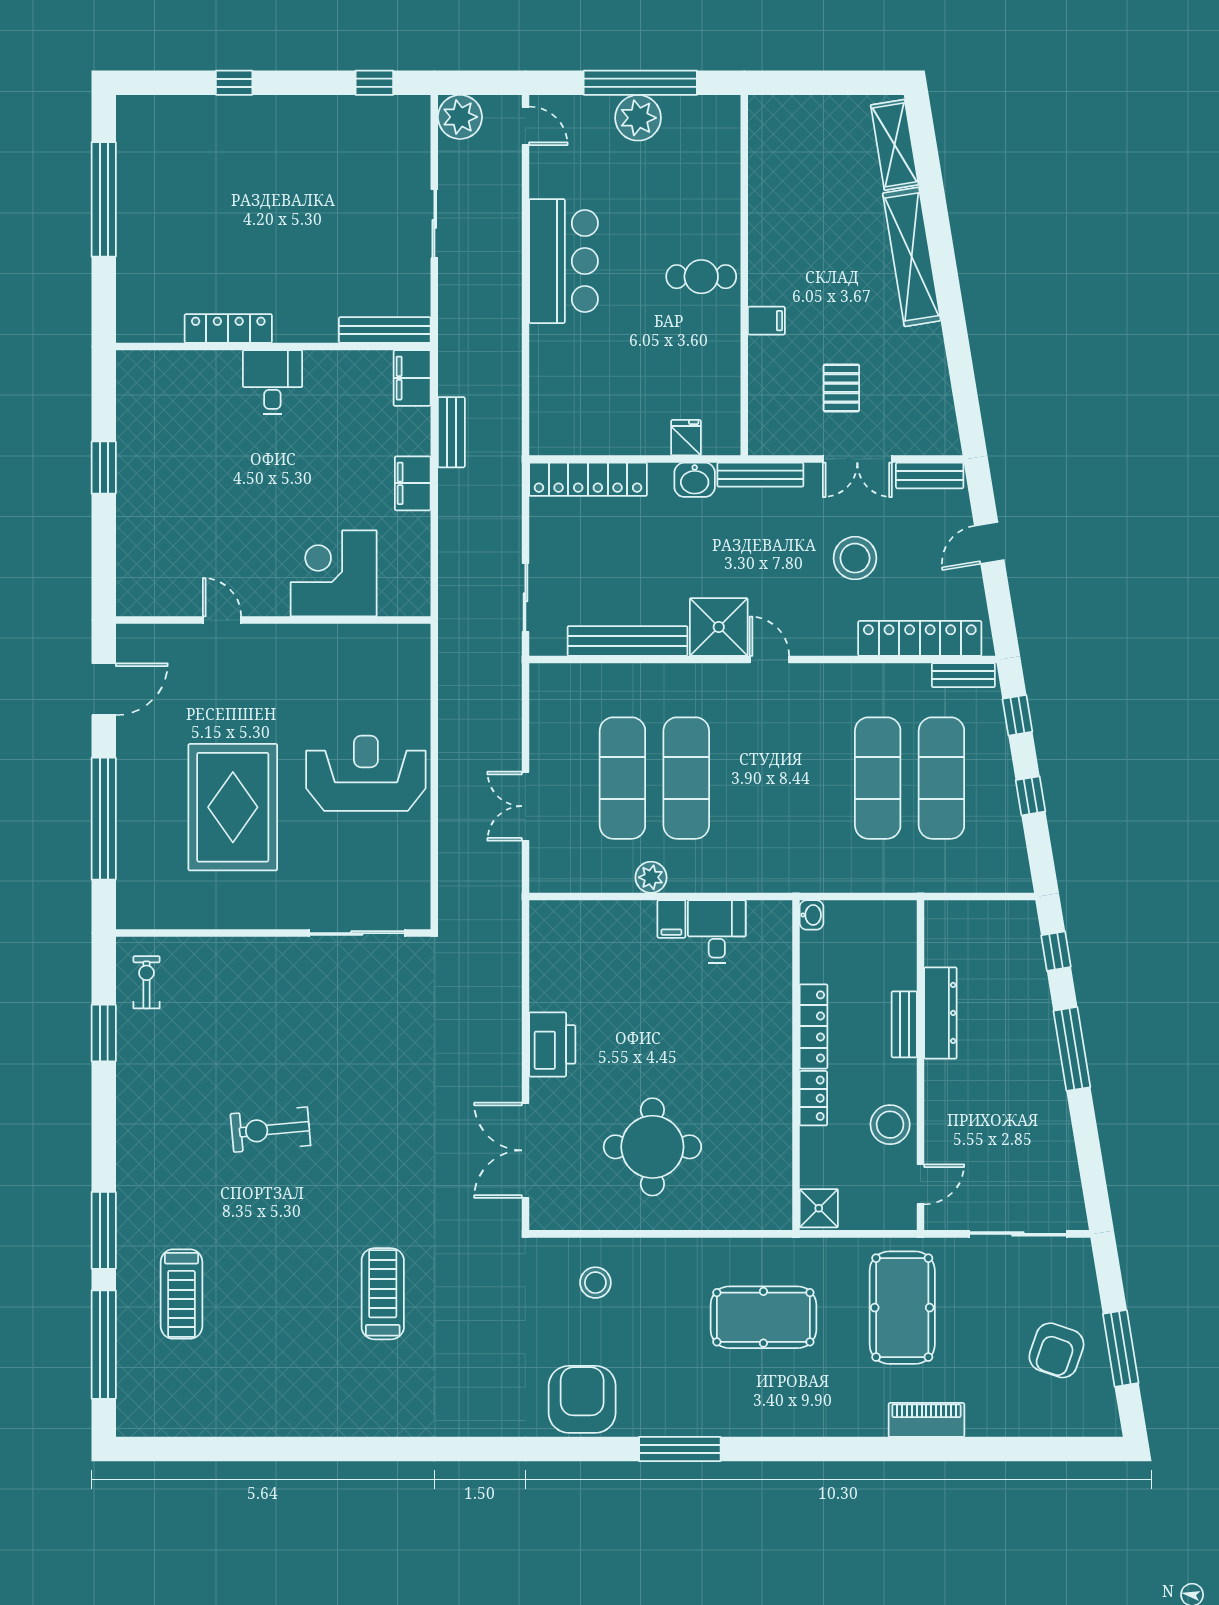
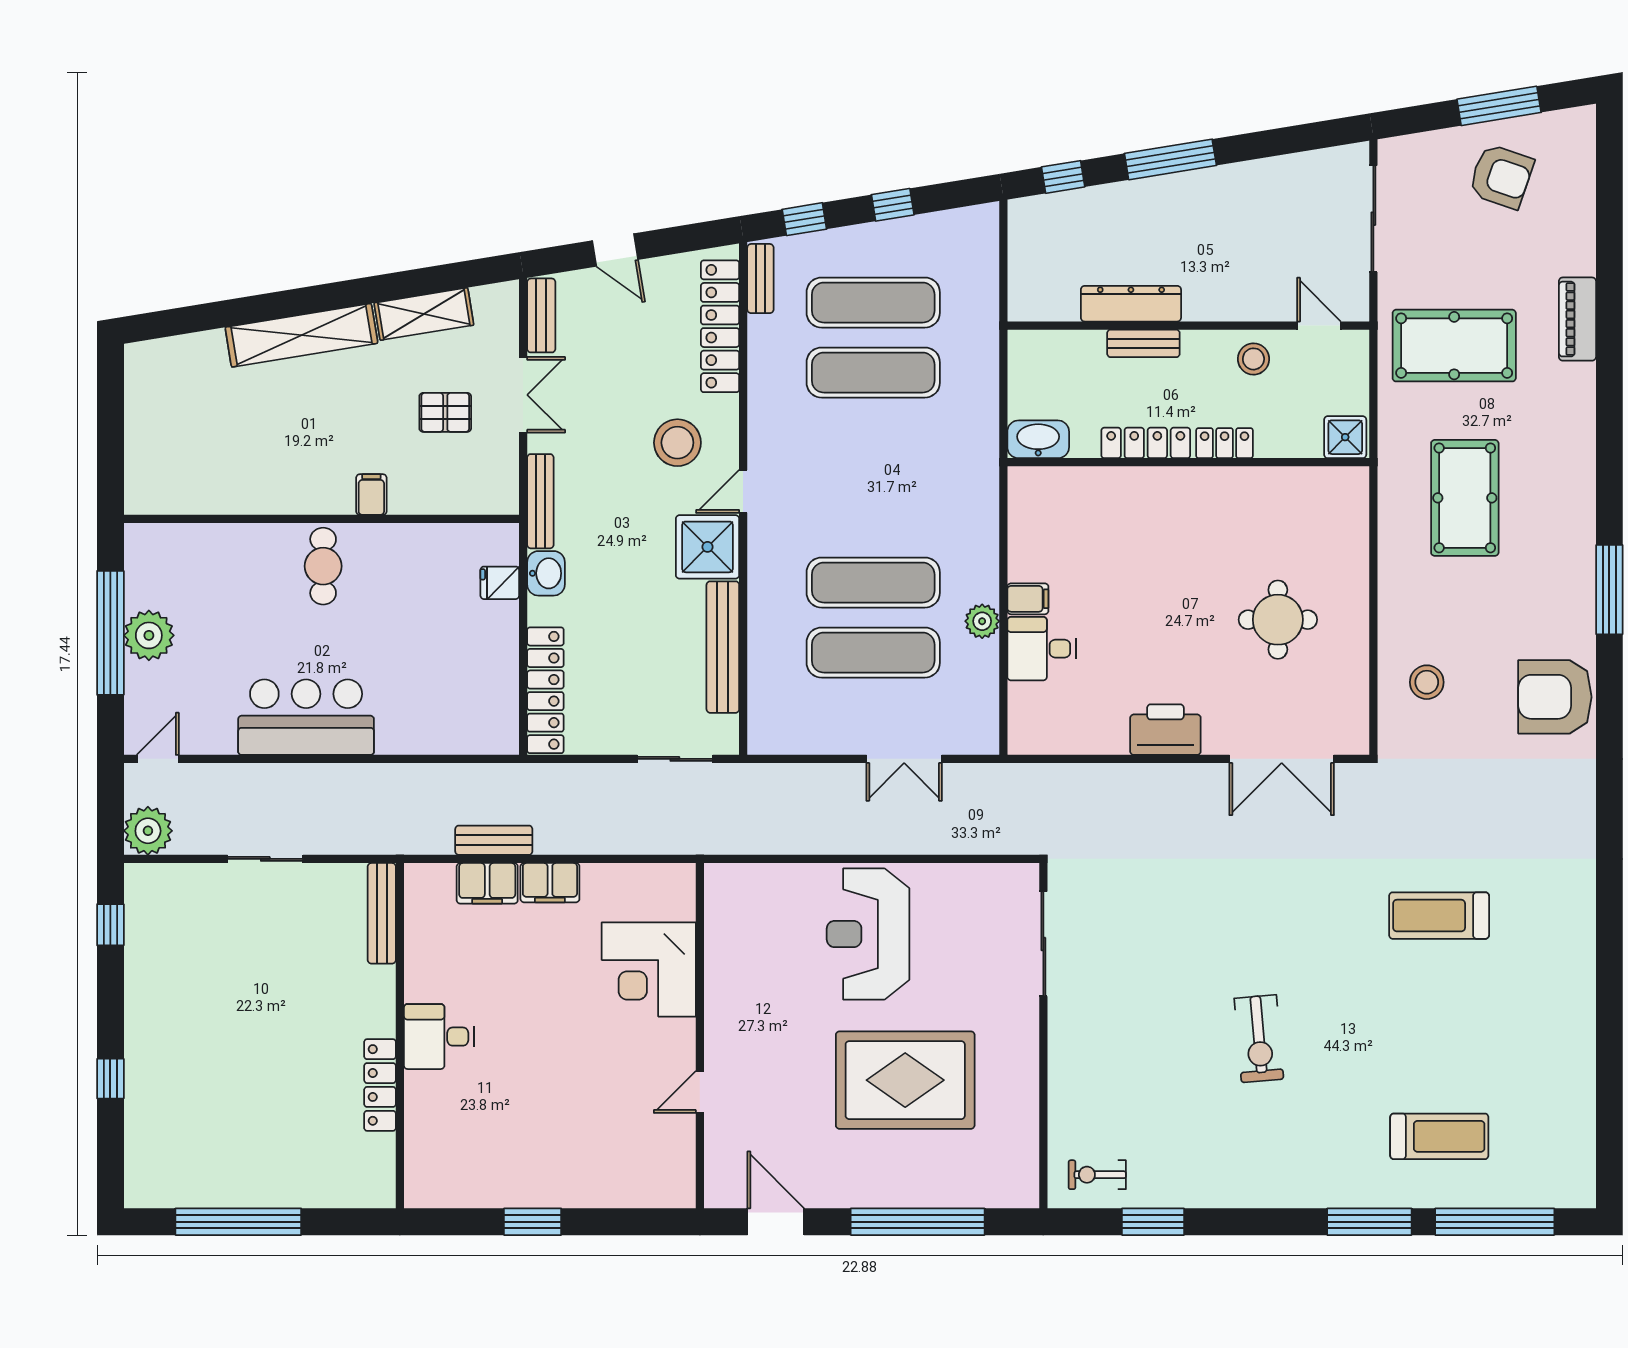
shelving: (895, 145) -> (424, 314), moved
filing cabinet: (412, 378) -> (487, 883), moved
stool: (855, 558) -> (677, 443), moved
washbasin: (811, 915) -> (1038, 439), width x1.91, depth x1.45
desk: (717, 931) -> (1041, 649), moved
stool: (890, 1125) -> (1253, 359), width x0.73, depth x0.73
round table: (652, 1147) -> (1278, 620), width x0.73, depth x0.73

